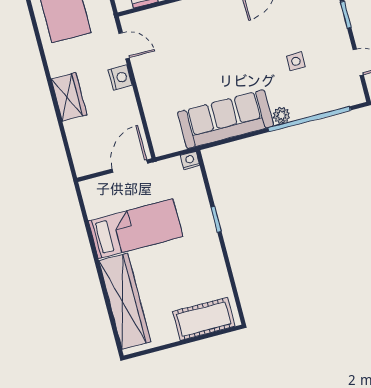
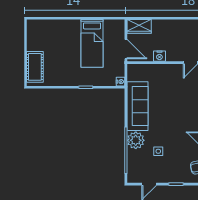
nightstand: (120, 78) -> (159, 56), moved
wardrobe: (69, 97) -> (139, 26), moved
plant: (282, 115) -> (136, 140), width x1.88, depth x1.88
wardrobe: (125, 301) -> (55, 28), removed

